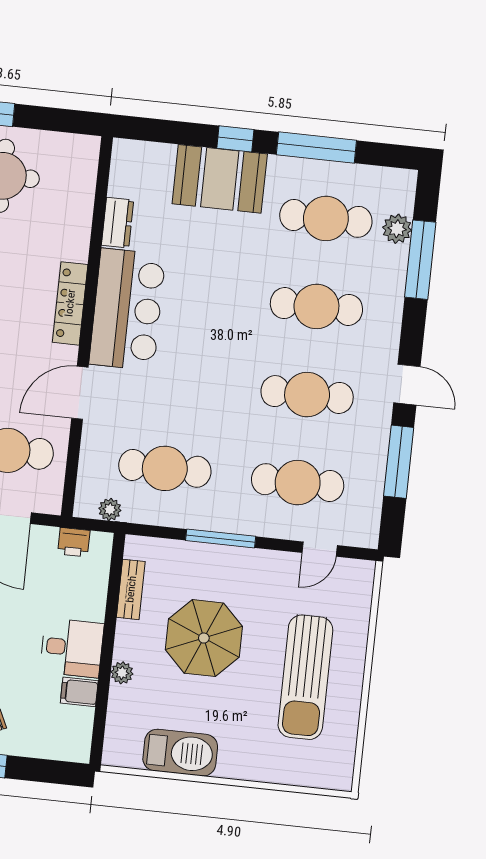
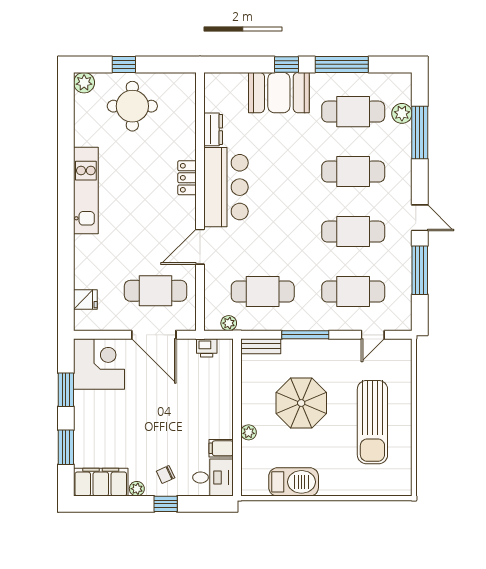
locker: (70, 303) -> (187, 178), width x0.66
bench: (131, 589) -> (261, 346), moved, turned 90
desk: (72, 648) -> (213, 477), moved

